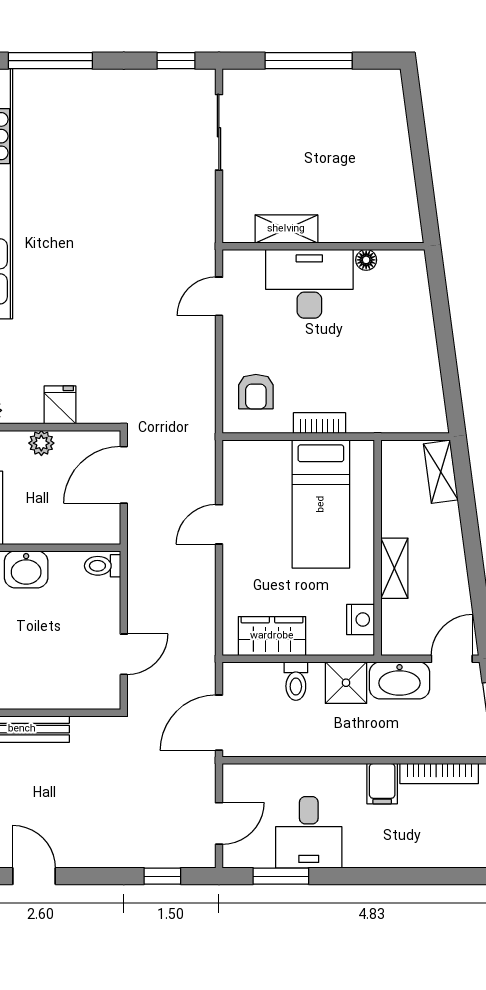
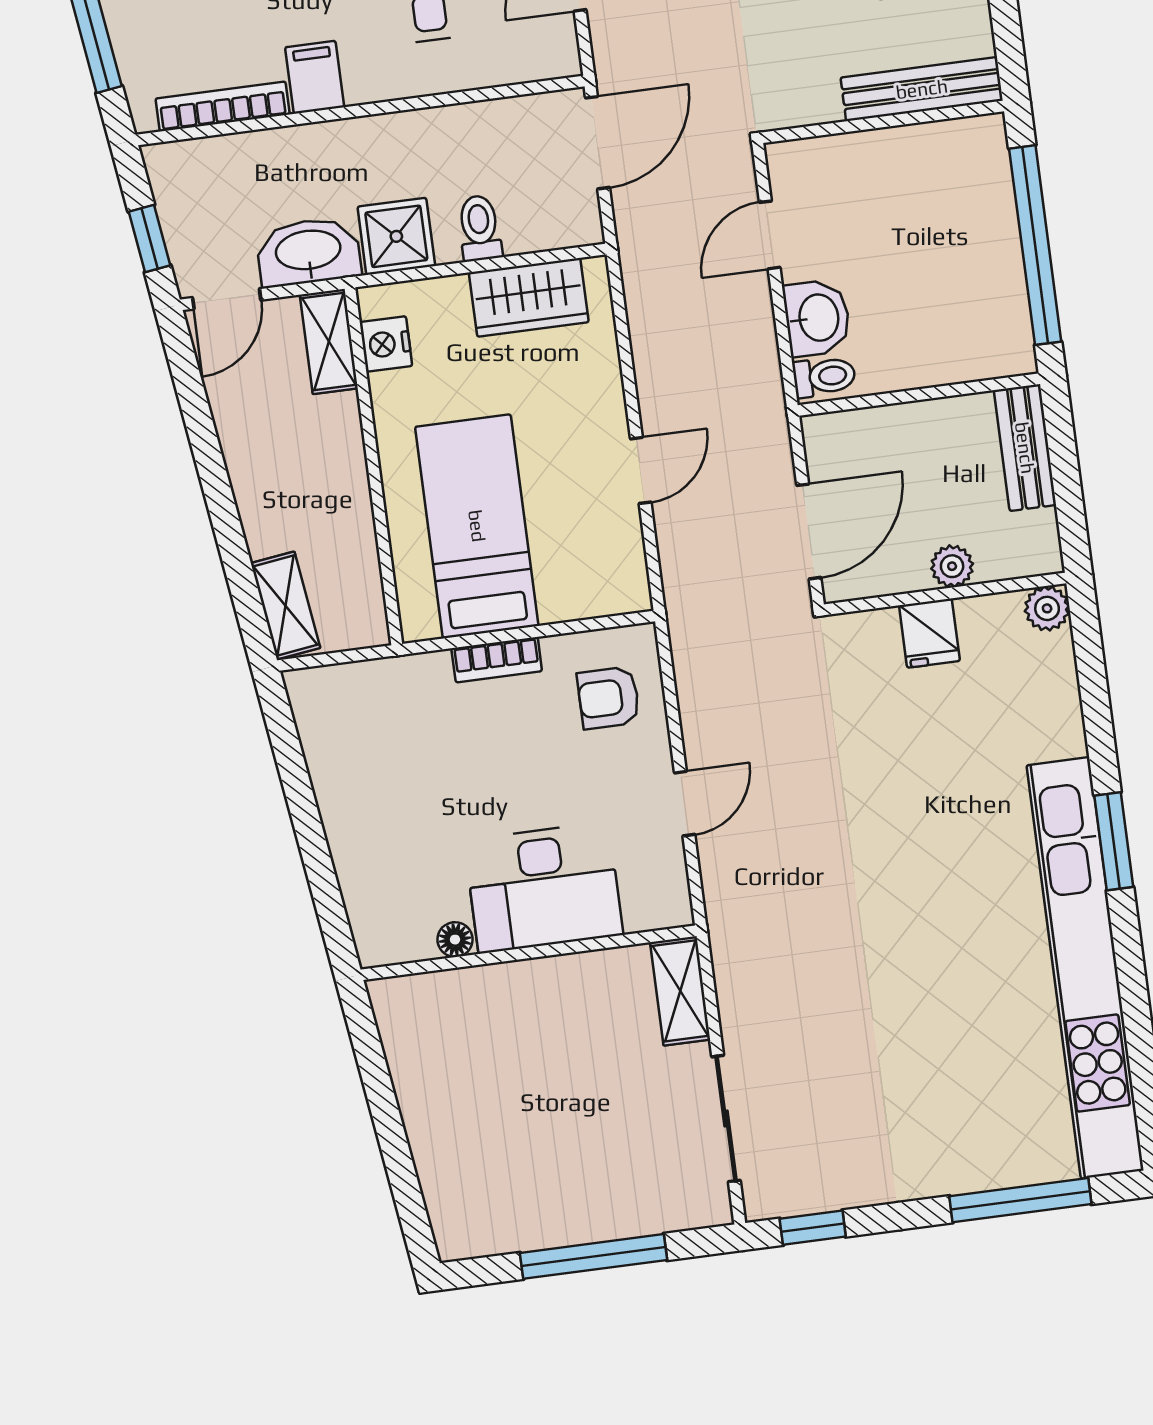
shelving: (286, 229) -> (680, 991), moved, turned 90
door: (219, 296) -> (685, 804), moved
armchair: (256, 392) -> (609, 698), turned -90
shelving: (394, 568) -> (329, 341), moved
washbasin: (26, 569) -> (817, 318), moved, turned 90

